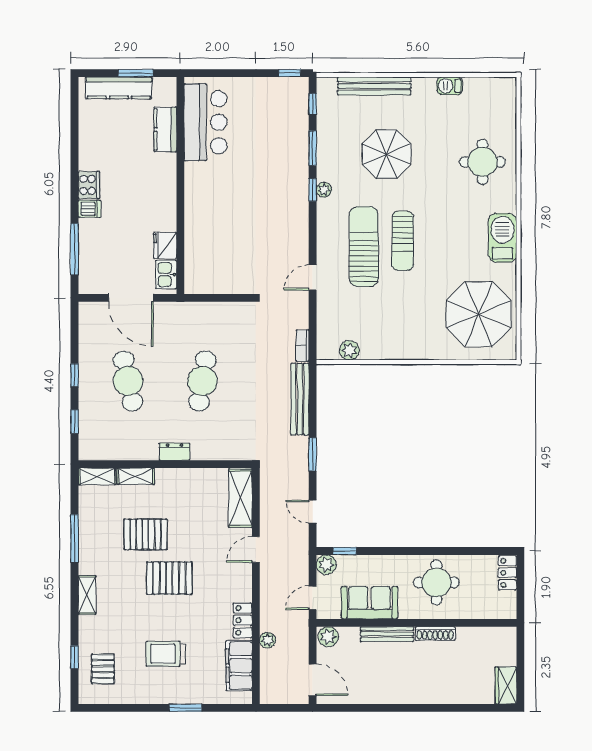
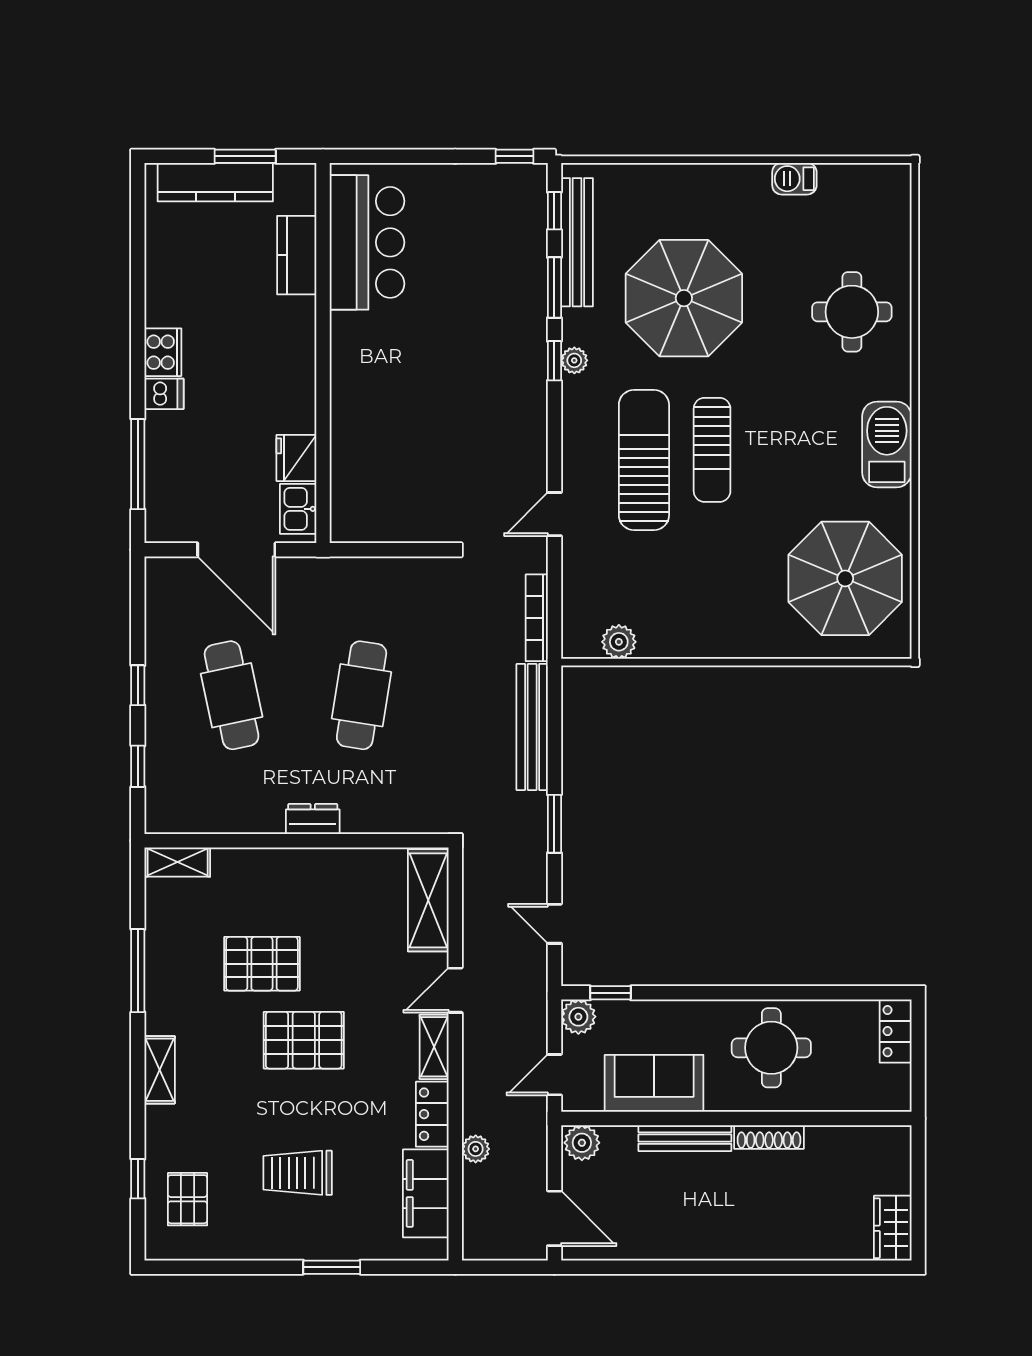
bench: (374, 86) -> (577, 242), moved, turned 90
parasol: (387, 154) -> (684, 298), width x1.36, depth x1.36
bookcase: (302, 346) -> (537, 618), width x1.56
shelving: (136, 476) -> (434, 1047), moved, turned 90

